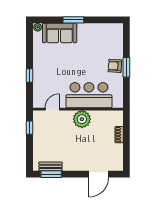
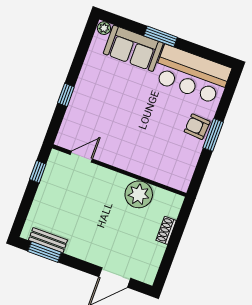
bar counter: (89, 95) -> (192, 74), moved, turned 180
plant: (82, 119) -> (139, 194), moved

